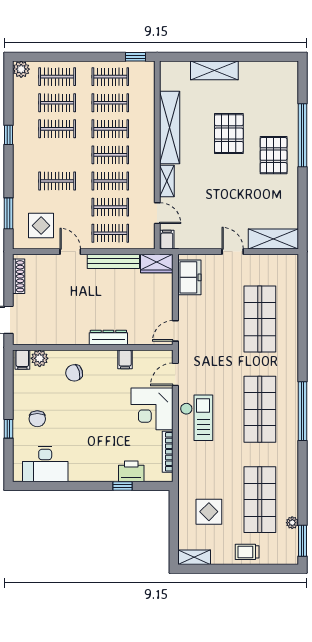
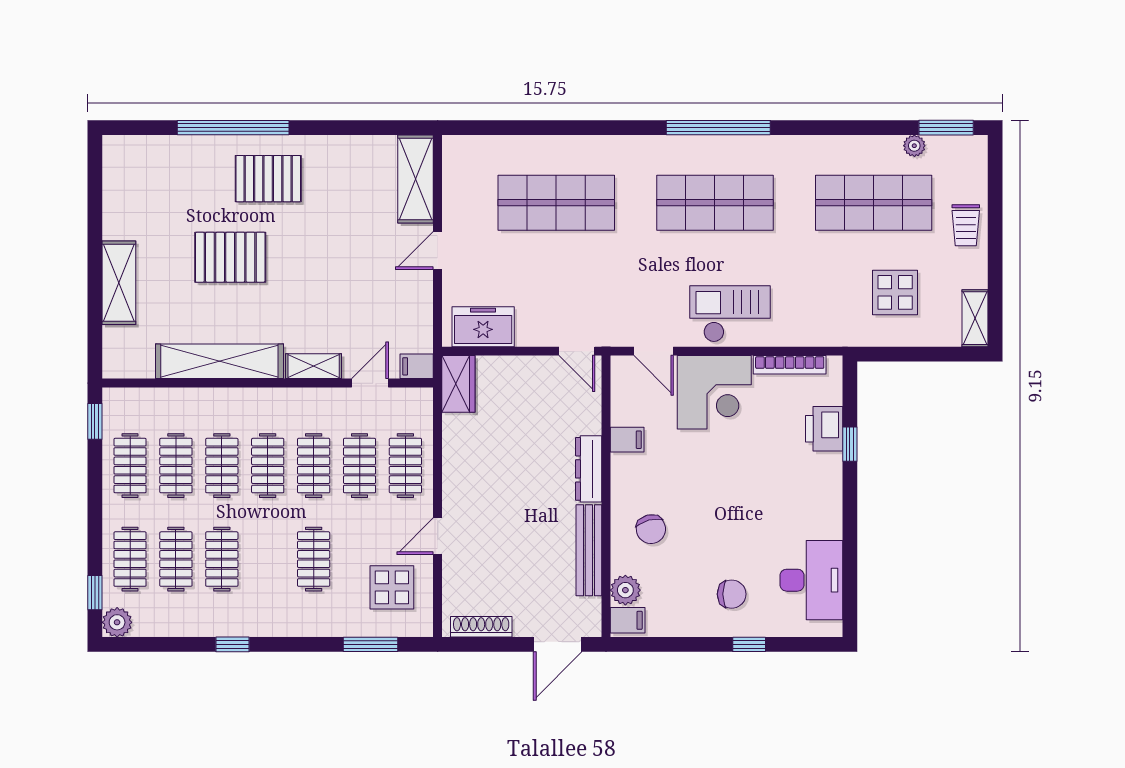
window: (38, 57) -> (95, 593), added
bench: (113, 261) -> (589, 550), moved

